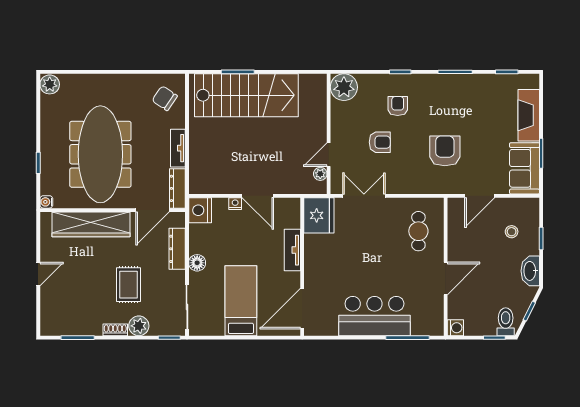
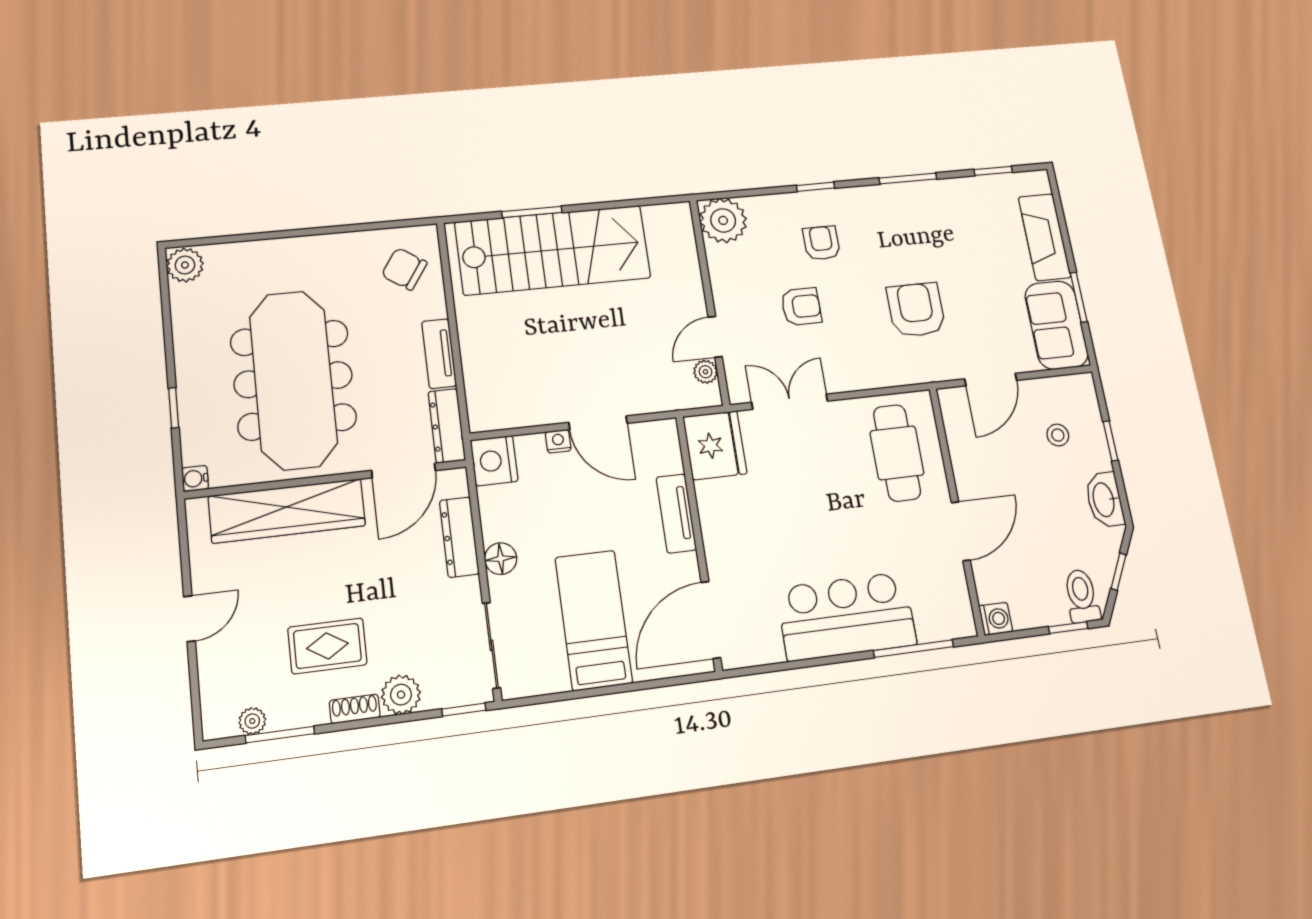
cafe table: (418, 231) -> (897, 453), width x1.37, depth x1.35
rug: (128, 285) -> (327, 646), moved, turned 90
plant: (65, 329) -> (252, 721), added

